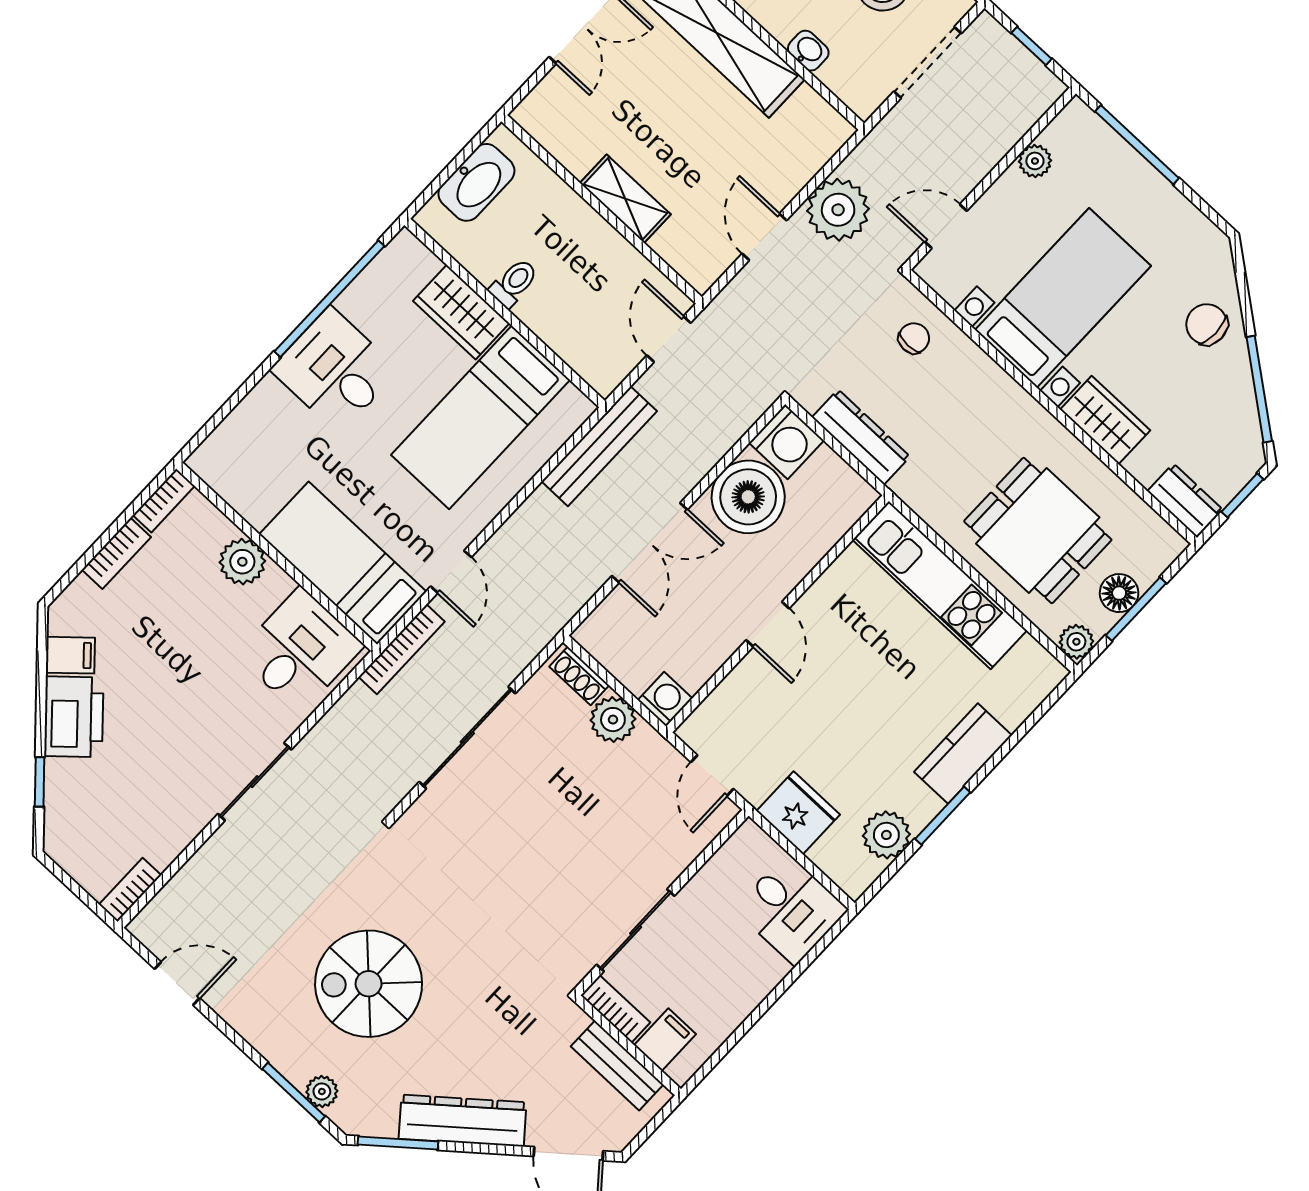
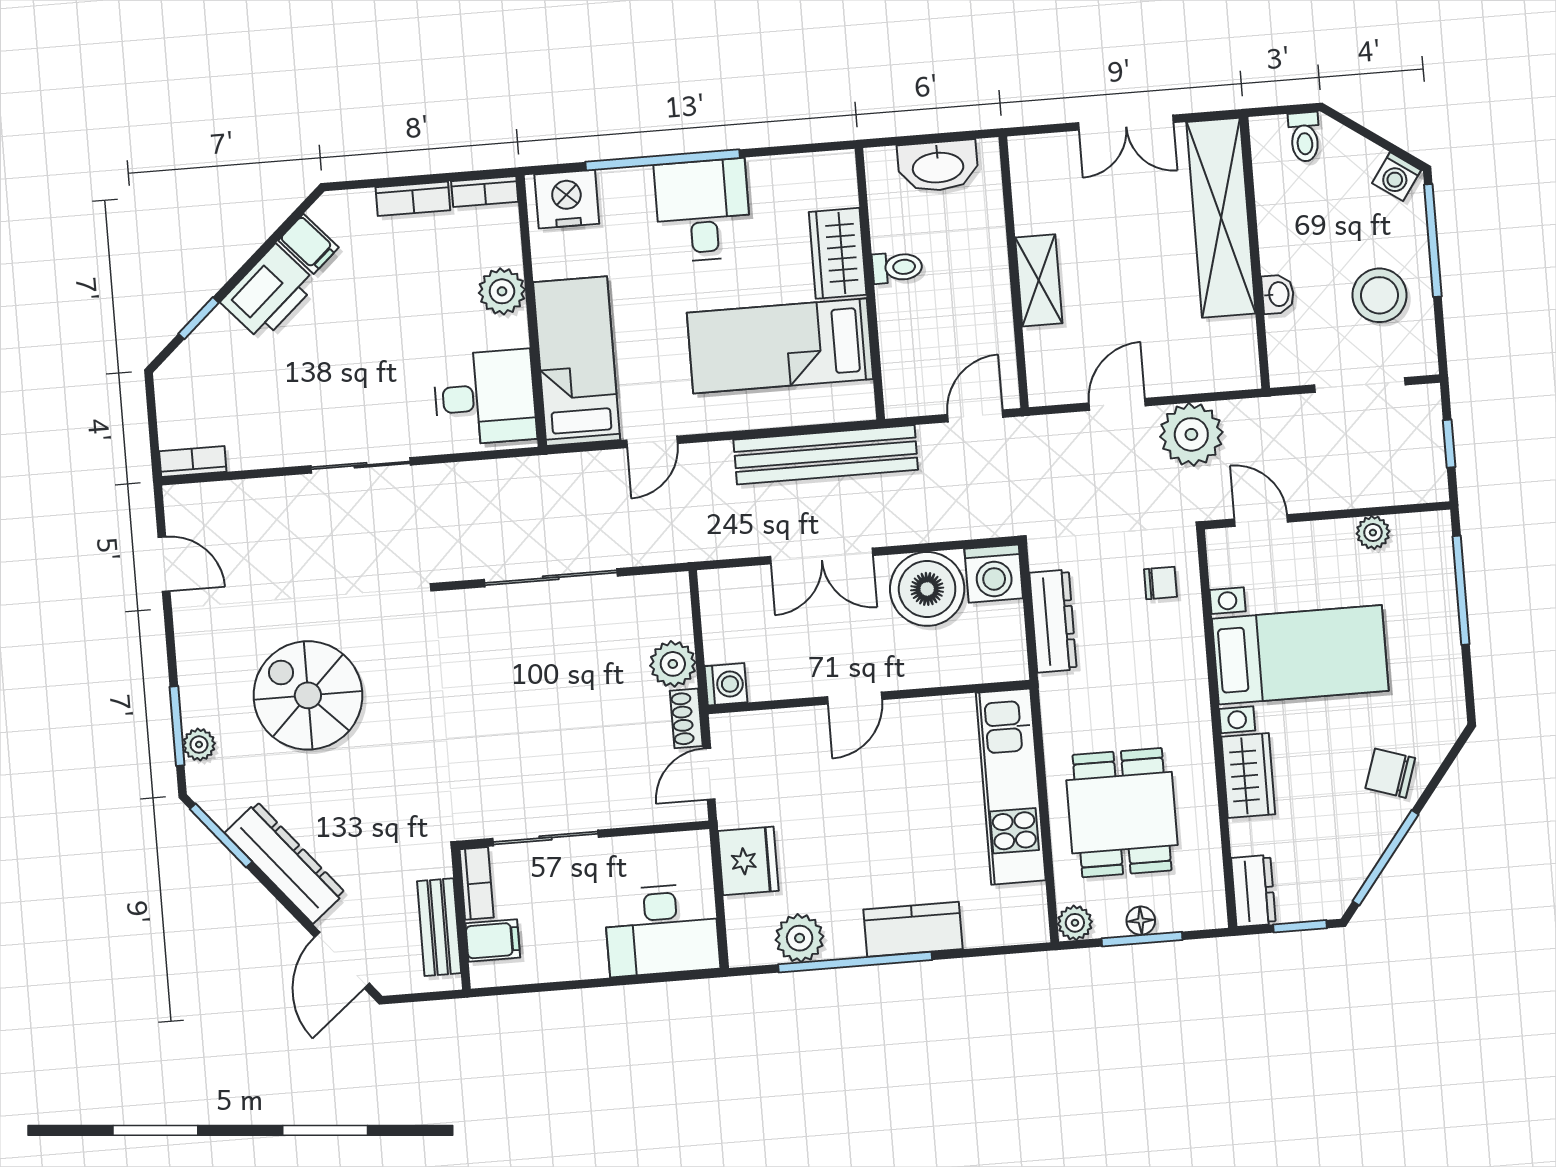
window: (329, 299) -> (663, 160), moved
chair: (1207, 324) -> (1390, 773), turned -72
bench: (599, 446) -> (826, 455), width x1.37, depth x1.21
nightstand: (228, 452) -> (567, 199), added
floor lamp: (1119, 593) -> (1141, 921), width x0.73, depth x0.73
bookcase: (402, 649) -> (562, 466), removed
shoe rack: (579, 676) -> (686, 718), moved
window: (943, 816) -> (855, 962), width x2.11
desk: (791, 909) -> (662, 930), width x1.37

